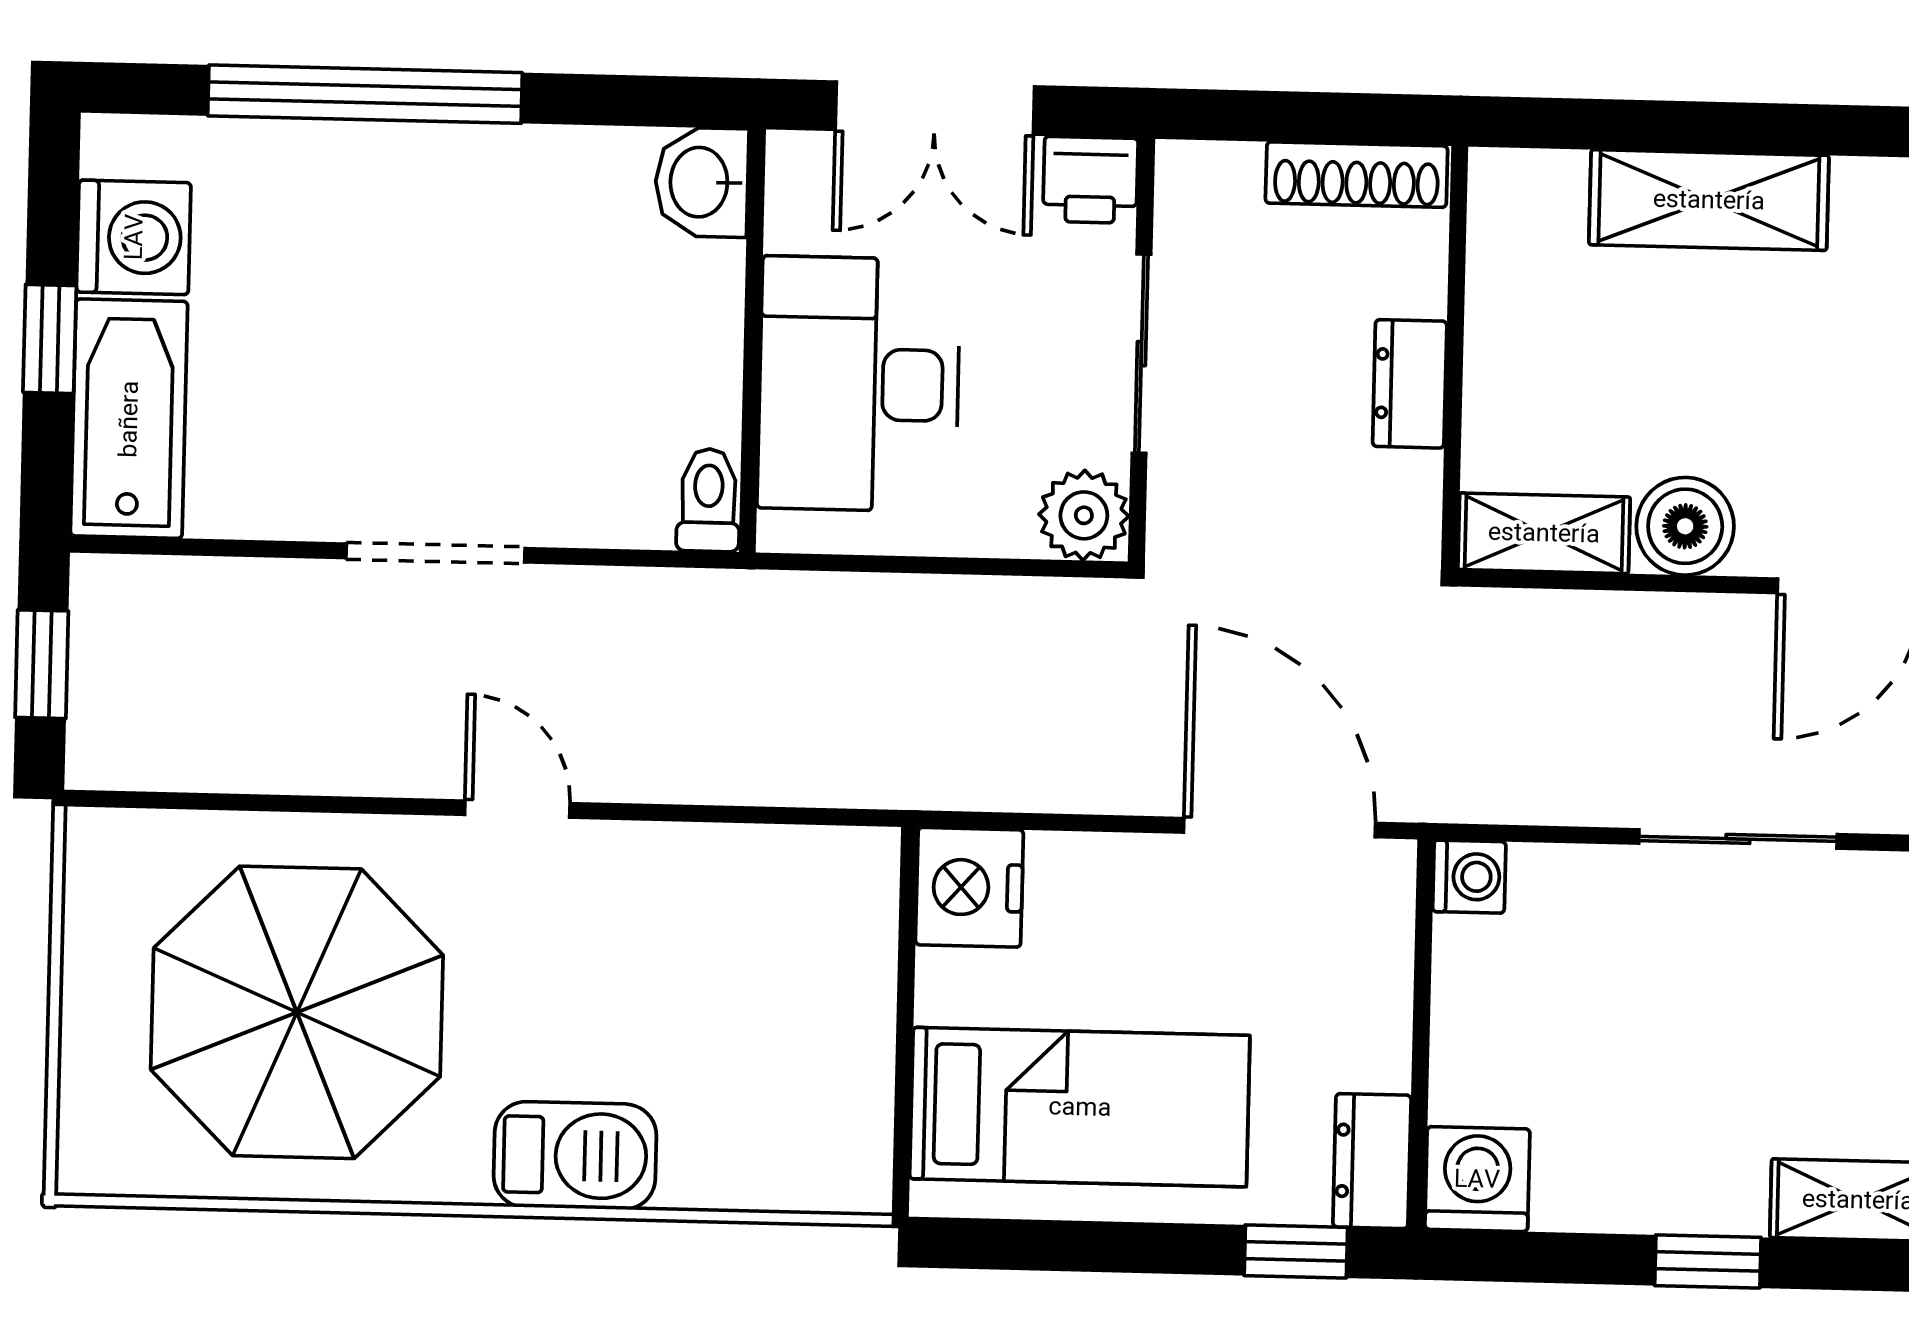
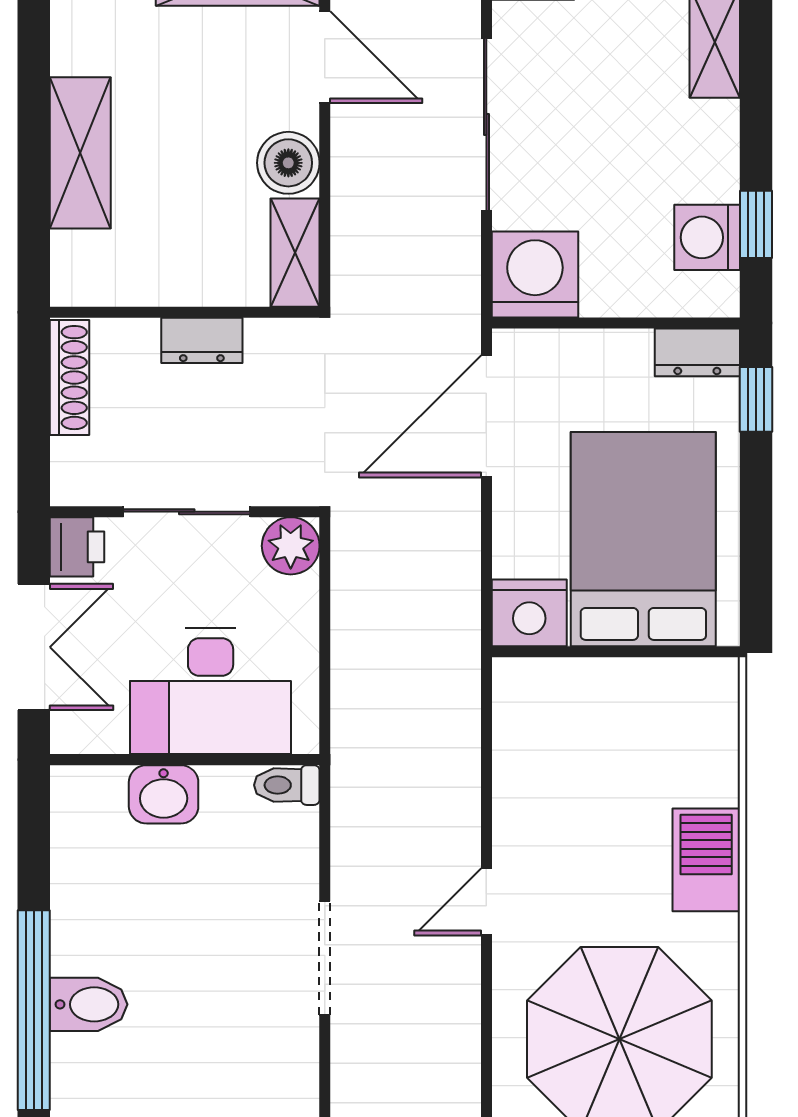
bidet: (372, 181) -> (89, 1004), added
washbasin: (702, 182) -> (164, 794), moved
sliding door: (1738, 839) -> (486, 124), width x1.37
washing machine: (1469, 877) -> (535, 275), width x1.89, depth x1.89
bed: (1080, 1107) -> (643, 539), width x1.50
washing machine: (1477, 1179) -> (707, 237), moved
window: (1708, 1261) -> (756, 224), moved

